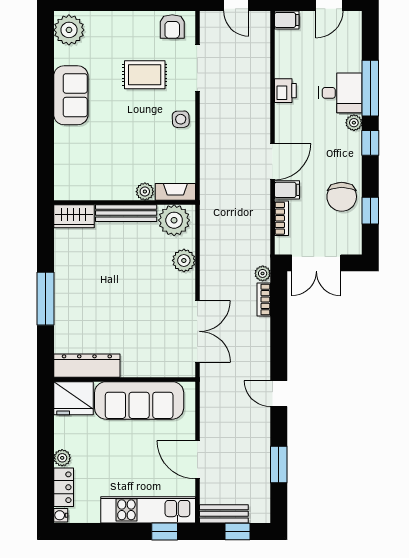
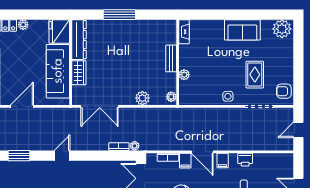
filing cabinet: (287, 20) -> (223, 160), moved
fireplace: (175, 192) -> (184, 32), moved
bench: (126, 213) -> (171, 58), width x0.73
wardrobe: (74, 216) -> (79, 73), moved, turned 180
plant: (174, 220) -> (171, 97), width x0.53, depth x0.53

